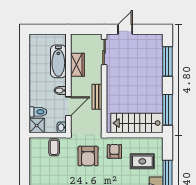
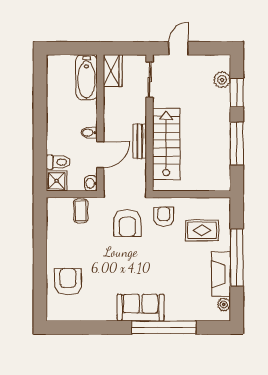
plant: (157, 52) -> (222, 80), added
bathtub: (58, 61) -> (86, 77), moved
window: (167, 61) -> (237, 93), width x0.69
wardrobe: (77, 65) -> (113, 71), moved
window: (167, 110) -> (237, 143), moved
stairs: (137, 123) -> (166, 144), moved, turned 90

